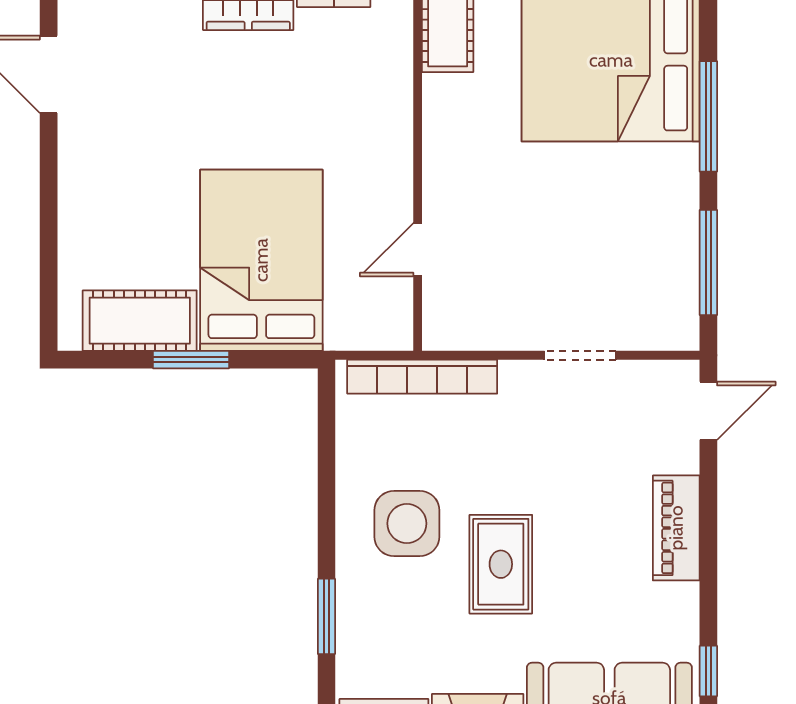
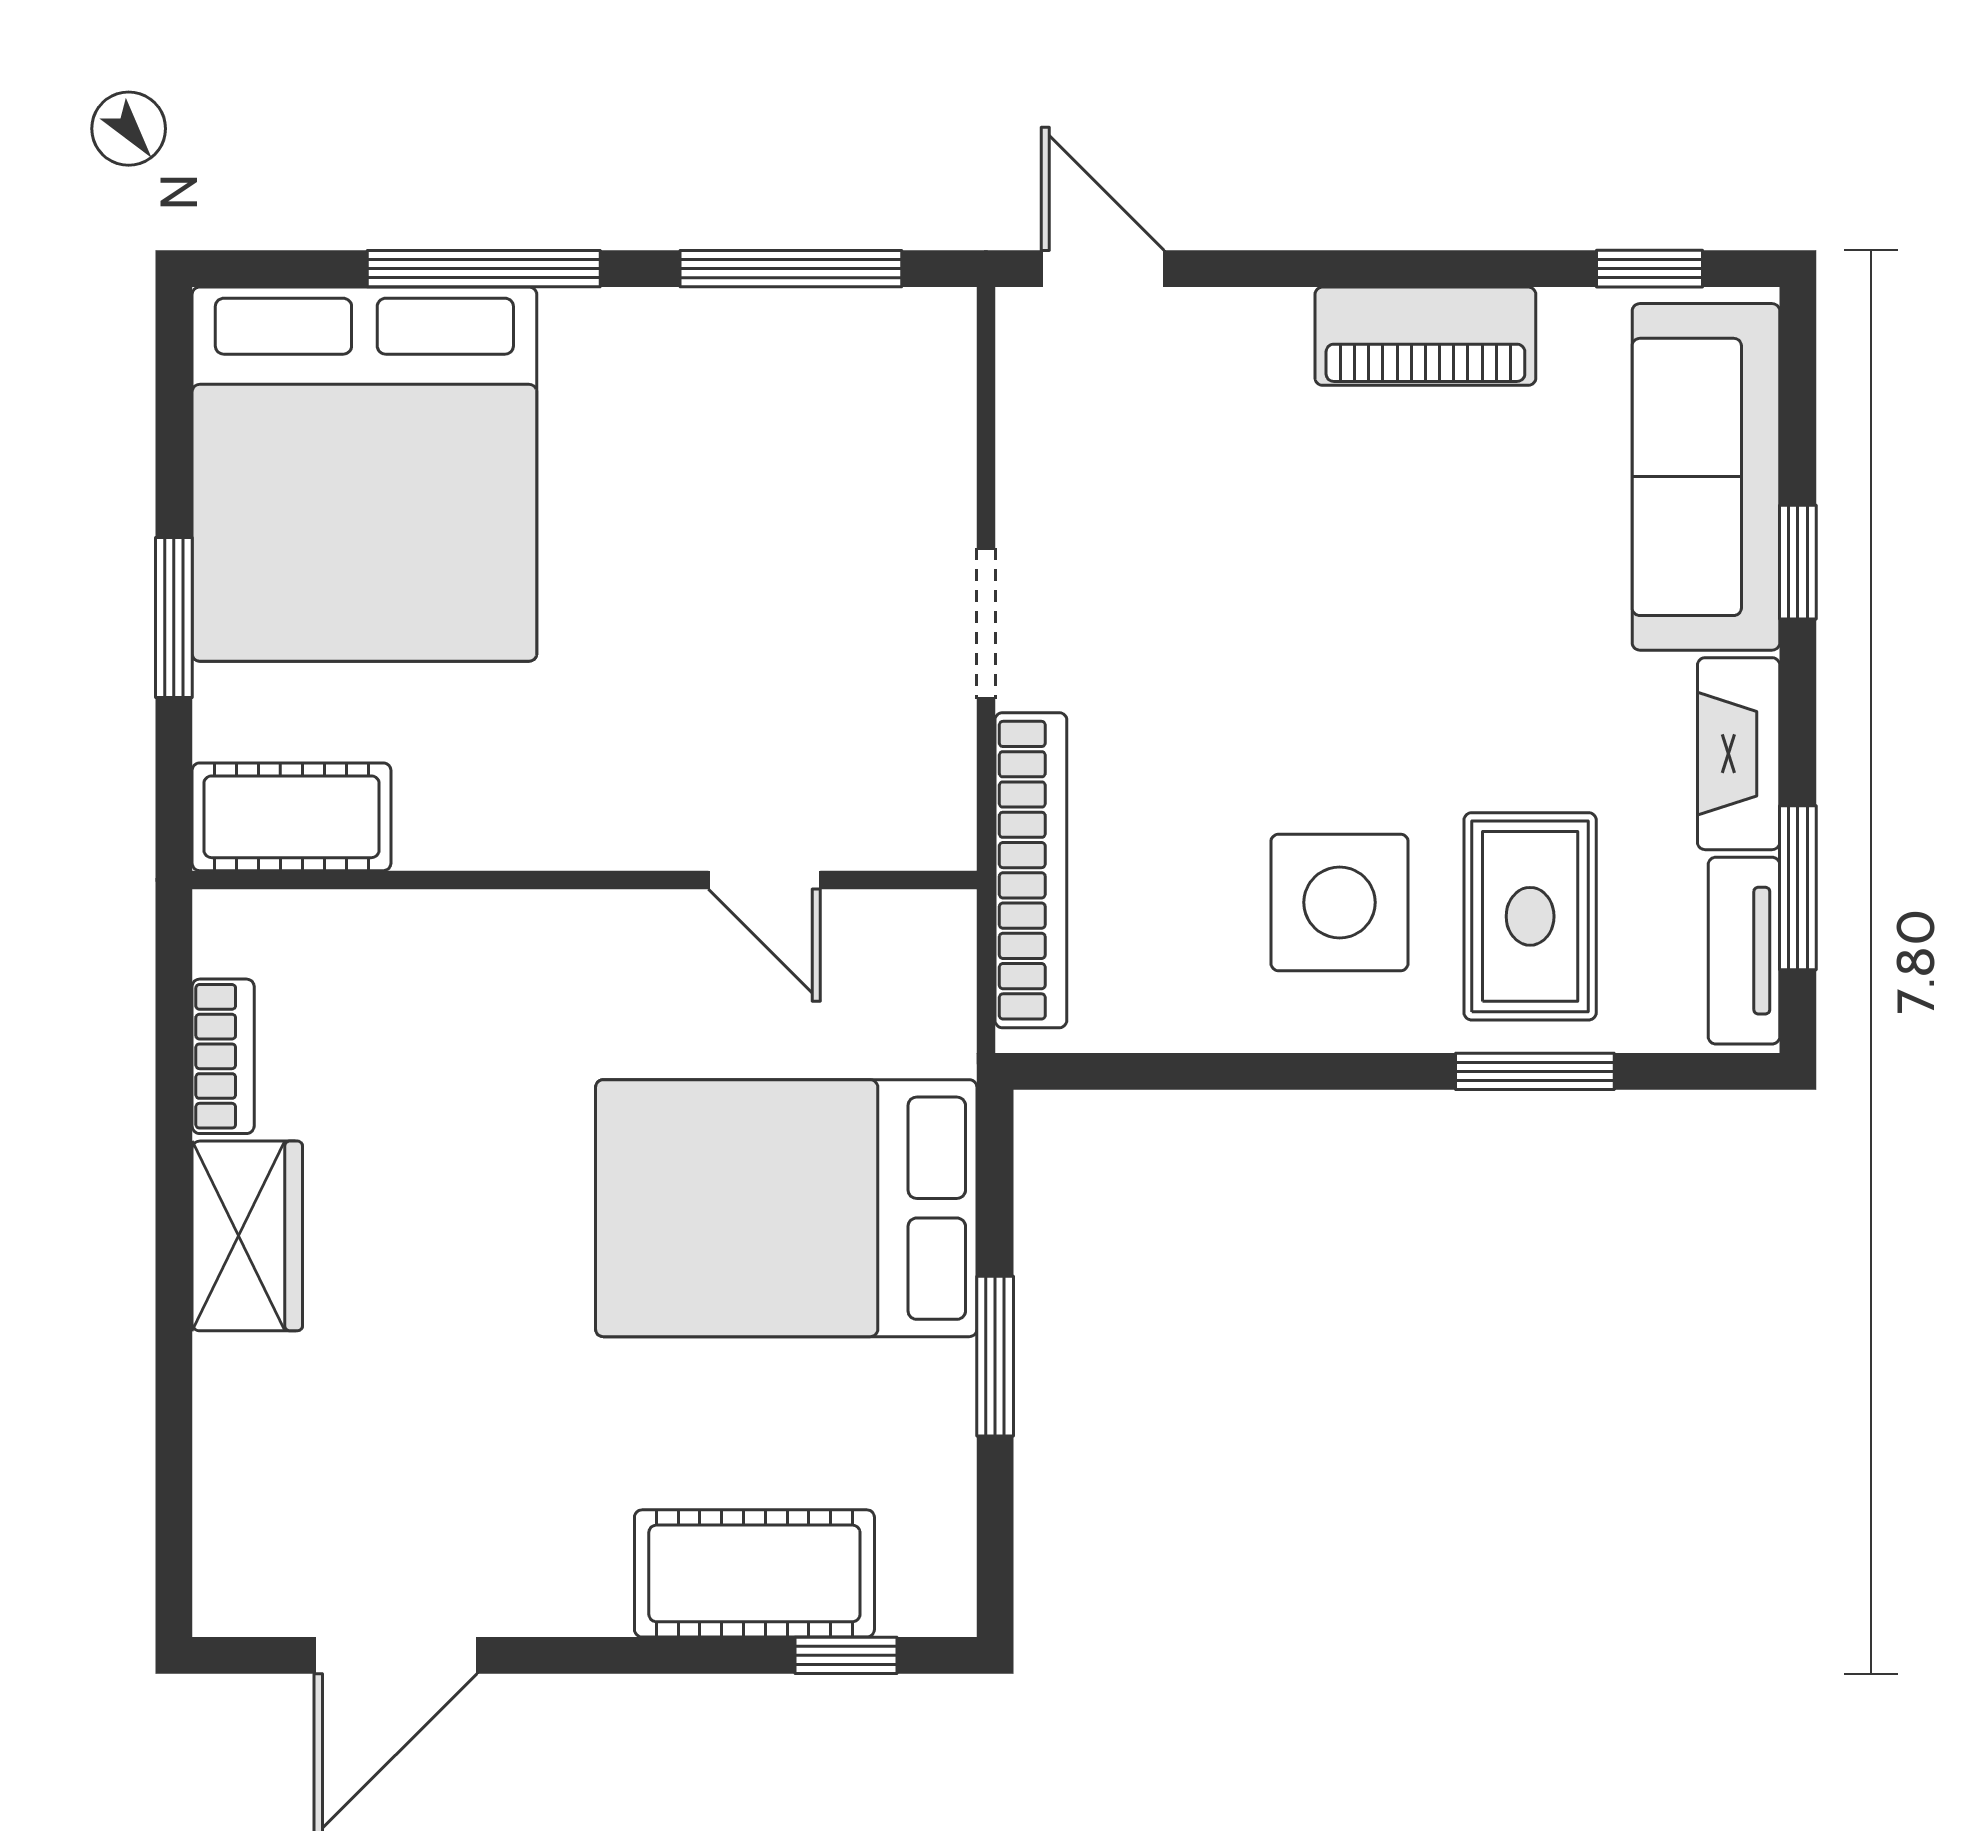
window: (49, 289) -> (846, 1655), added
cot: (140, 321) -> (754, 1573), moved, turned 90
doorway: (580, 355) -> (986, 623), moved
piano: (676, 528) -> (1425, 336), moved
rug: (501, 564) -> (1530, 916), moved, turned 90

